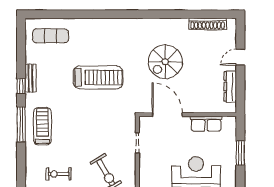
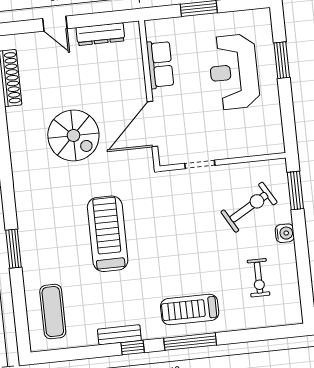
window: (95, 14) -> (14, 249), added

